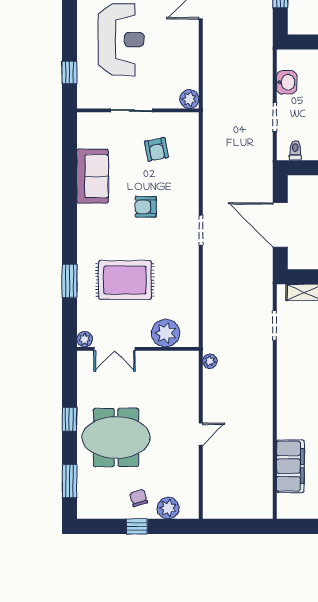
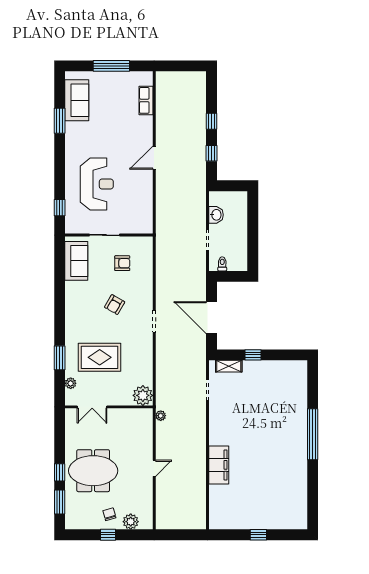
plant: (189, 99) -> (146, 227), removed
armchair: (156, 149) -> (122, 263), turned -79
sofa: (93, 176) -> (76, 261), moved
armchair: (146, 207) -> (115, 305), turned -60
plant: (166, 333) -> (143, 395), moved
plant: (85, 339) -> (71, 383), moved
window: (69, 419) -> (60, 472), moved
filing cabinet: (290, 466) -> (219, 465), moved

